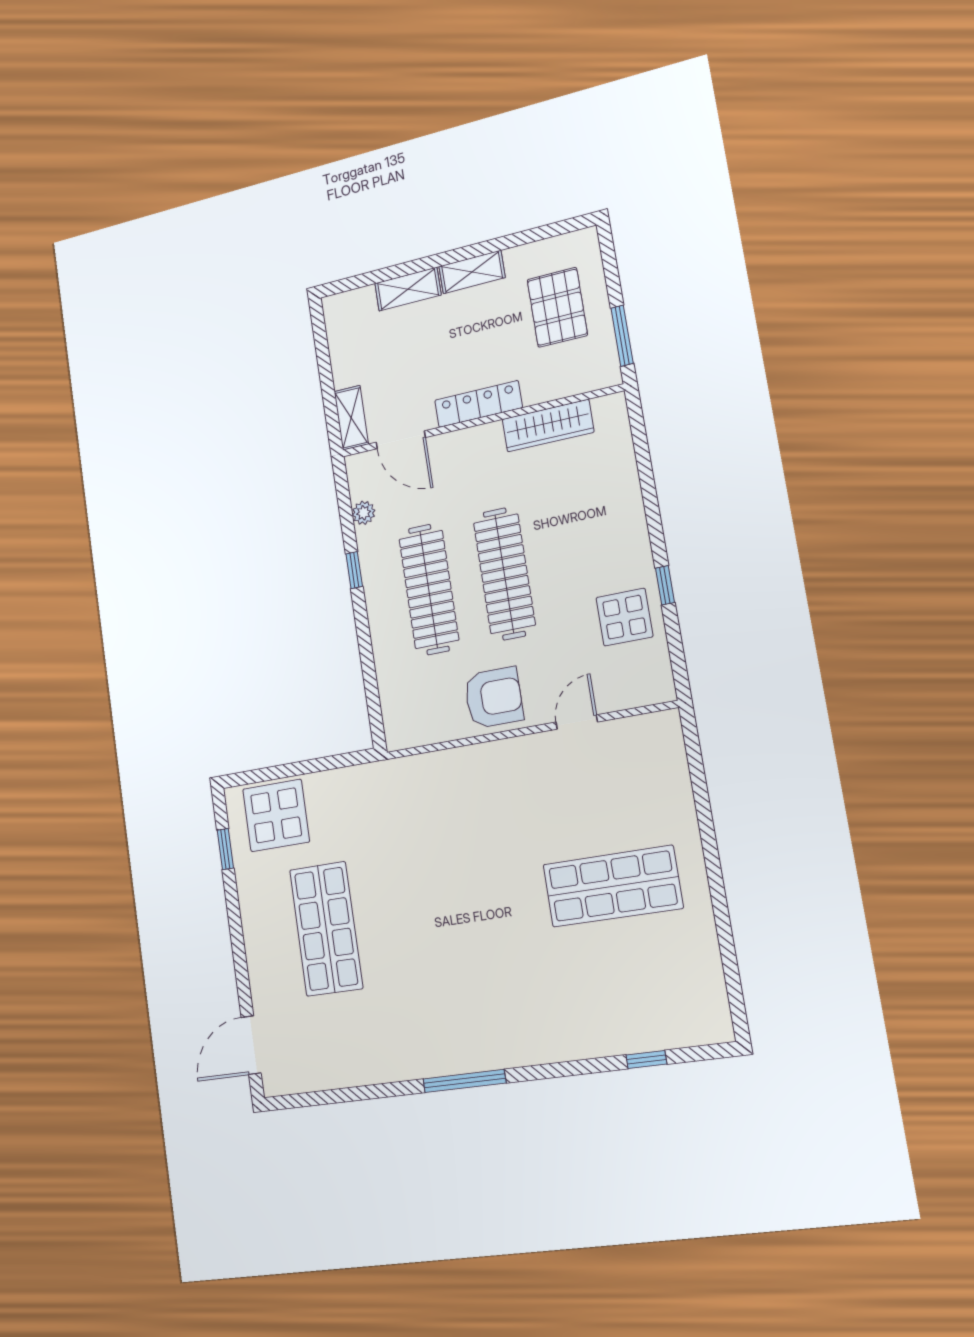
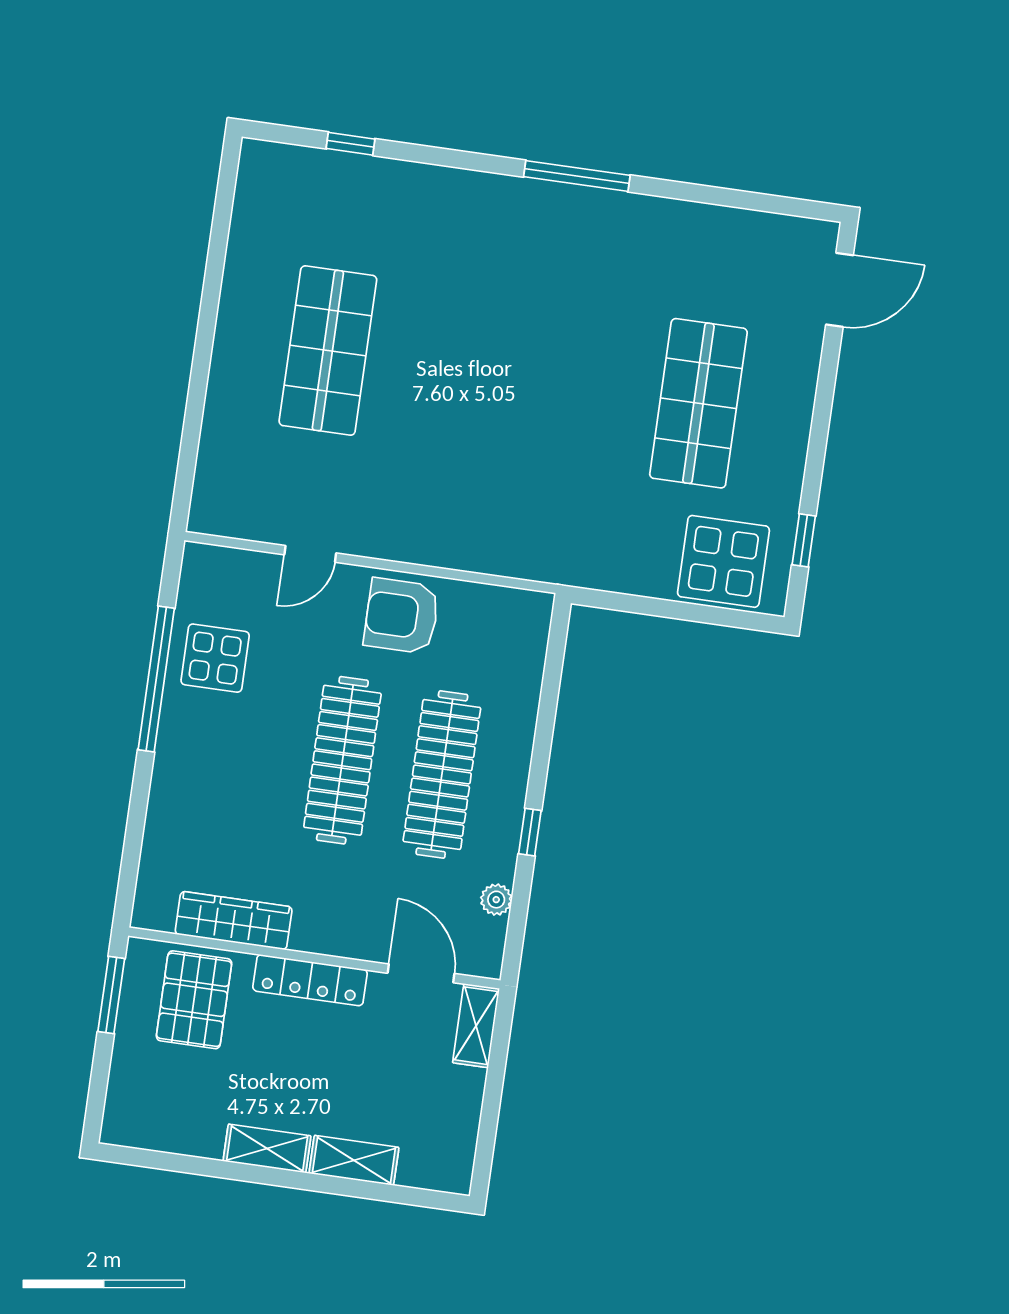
pallet: (557, 307) -> (194, 1000), moved
window: (665, 585) -> (156, 679), width x3.17
shop shelf: (613, 886) -> (328, 351), turned 90

